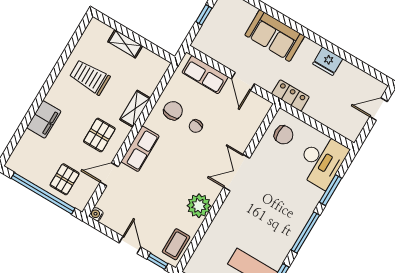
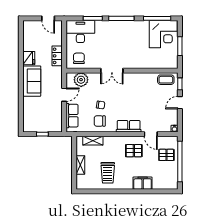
sofa: (275, 36) -> (32, 81), moved
locker: (290, 95) -> (57, 56), moved
shelving: (135, 109) -> (93, 141), moved
door: (379, 109) -> (48, 18), moved
plant: (199, 206) -> (81, 80), moved

